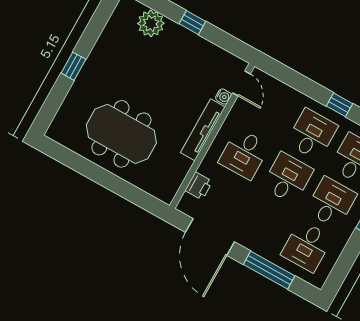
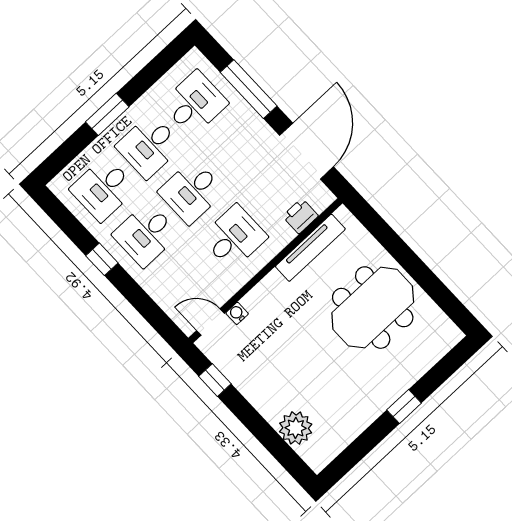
window: (192, 23) -> (215, 380), moved
door: (241, 83) -> (210, 322), hinge flipped
tv unit: (203, 130) -> (310, 248), moved
meeting table: (121, 134) -> (373, 308), turned 90

